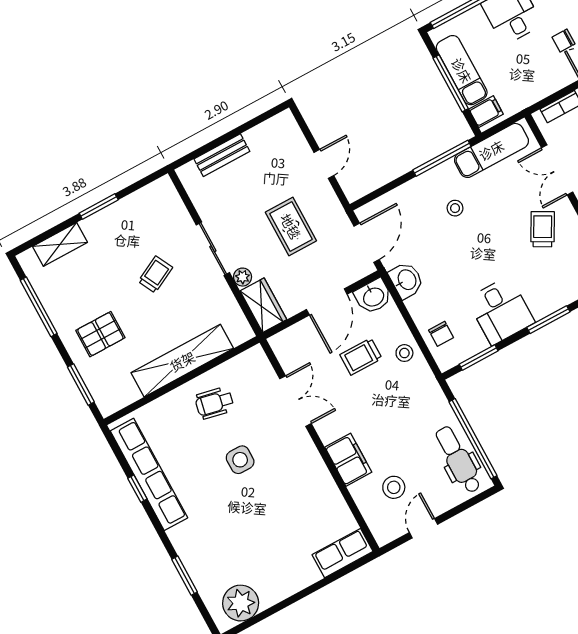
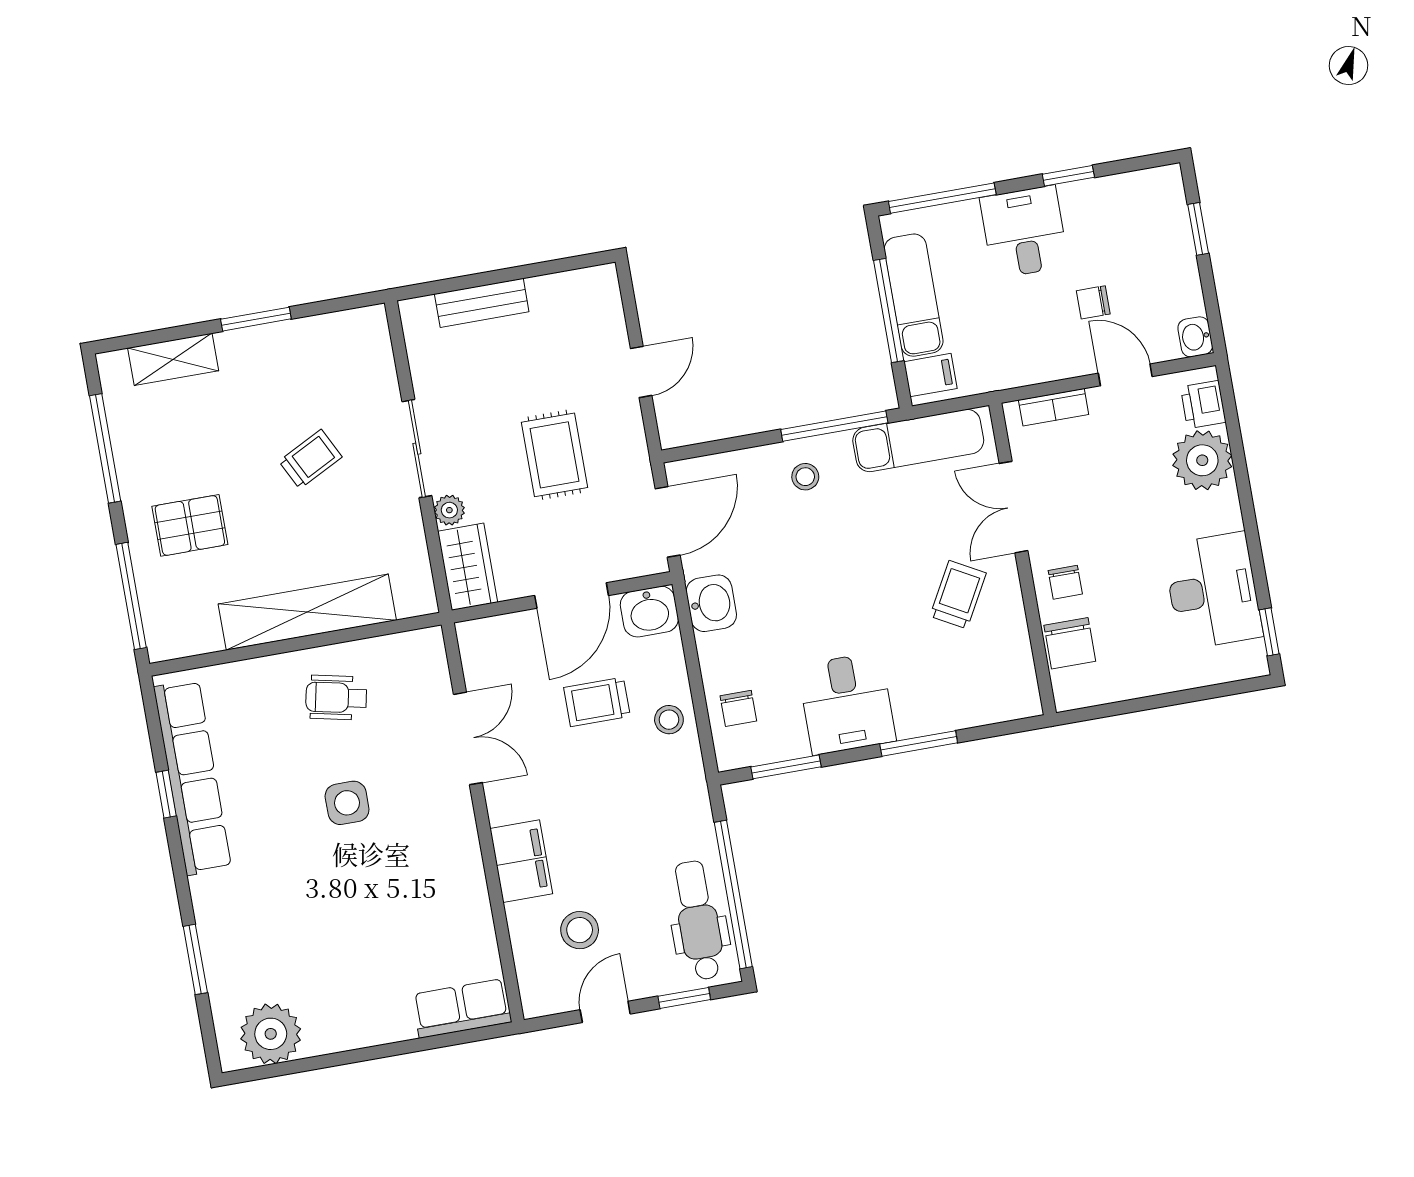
stool: (455, 208) -> (805, 477), moved
window: (81, 384) -> (131, 596), width x1.44
window: (465, 506) -> (684, 998), added

